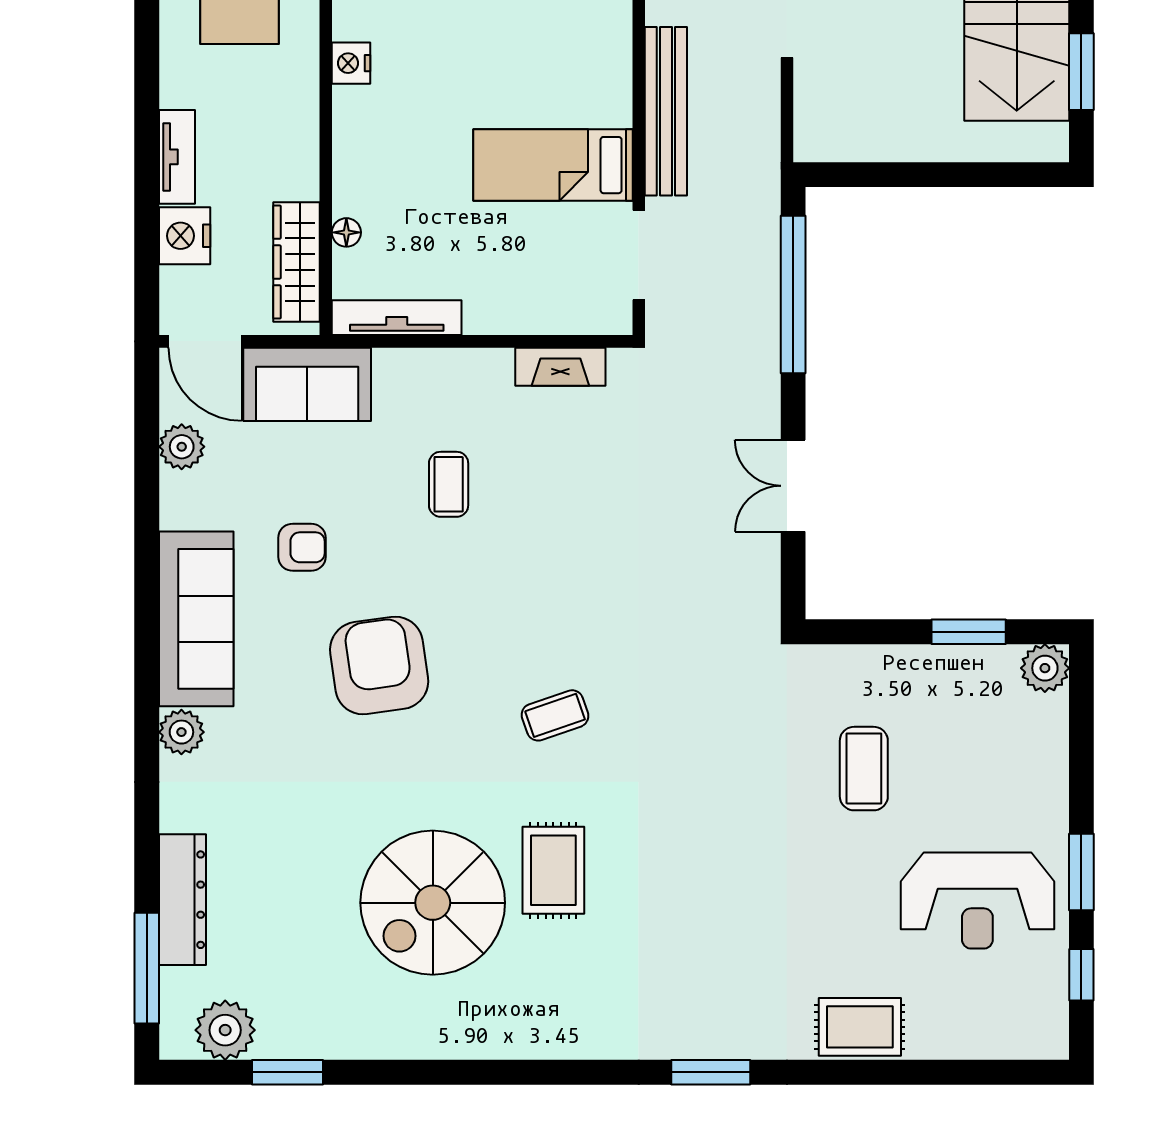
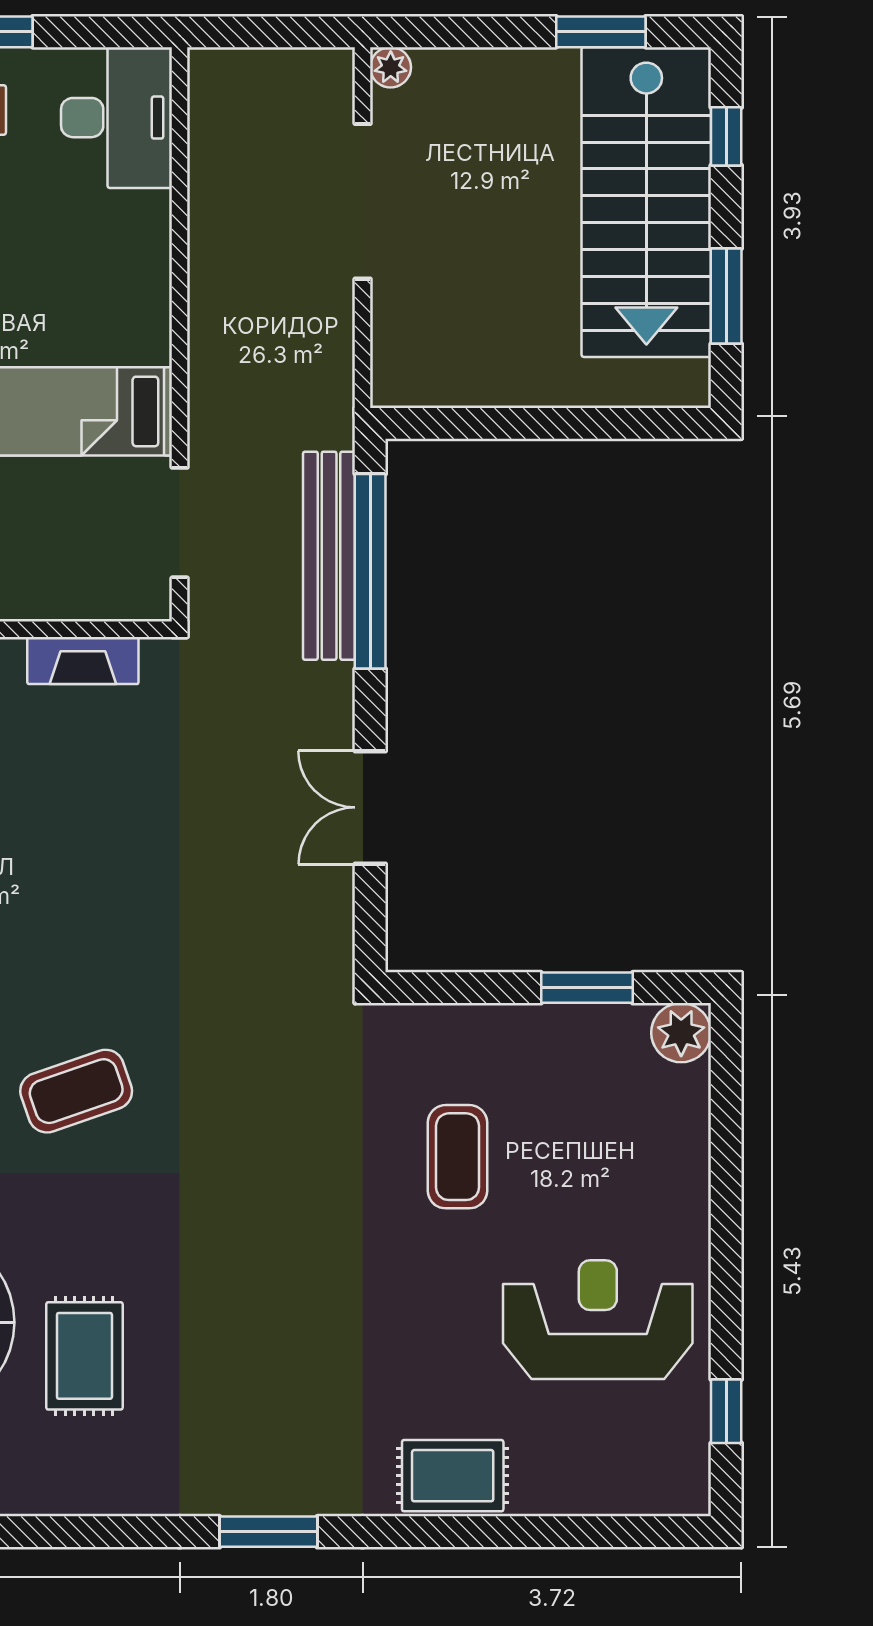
bench: (666, 111) -> (329, 556), moved
coffee table: (555, 715) -> (76, 1091), width x1.36, depth x1.30
rug: (553, 870) -> (84, 1356), moved
window: (1081, 872) -> (726, 1284), removed
reception desk: (977, 901) -> (598, 1320), turned 180

